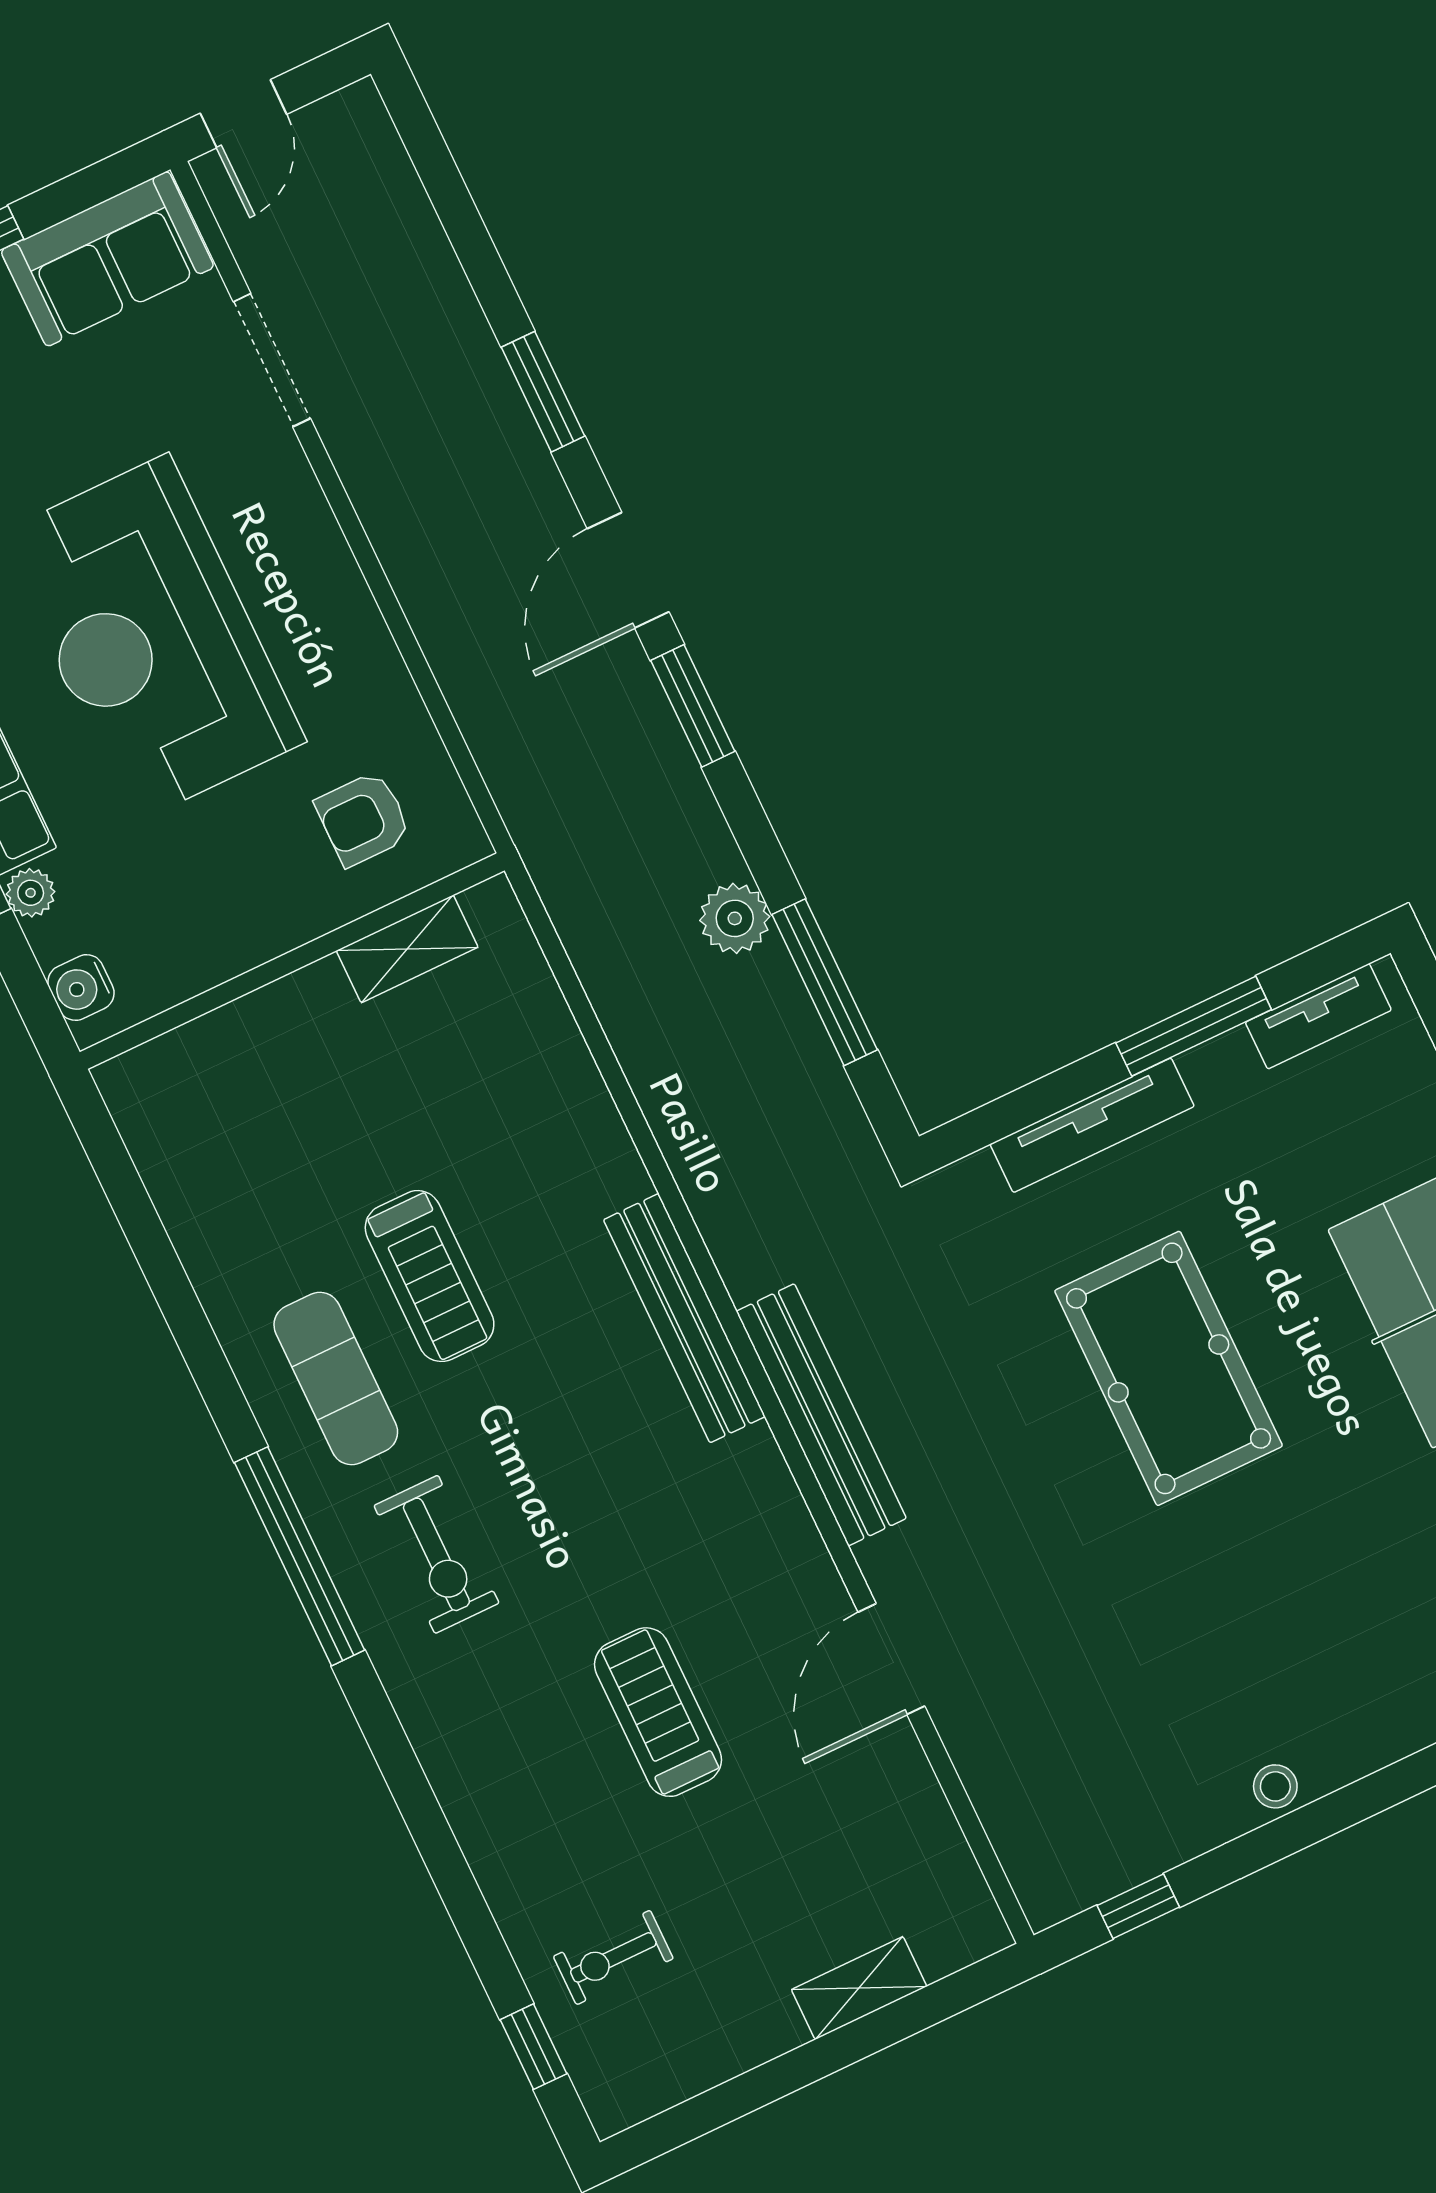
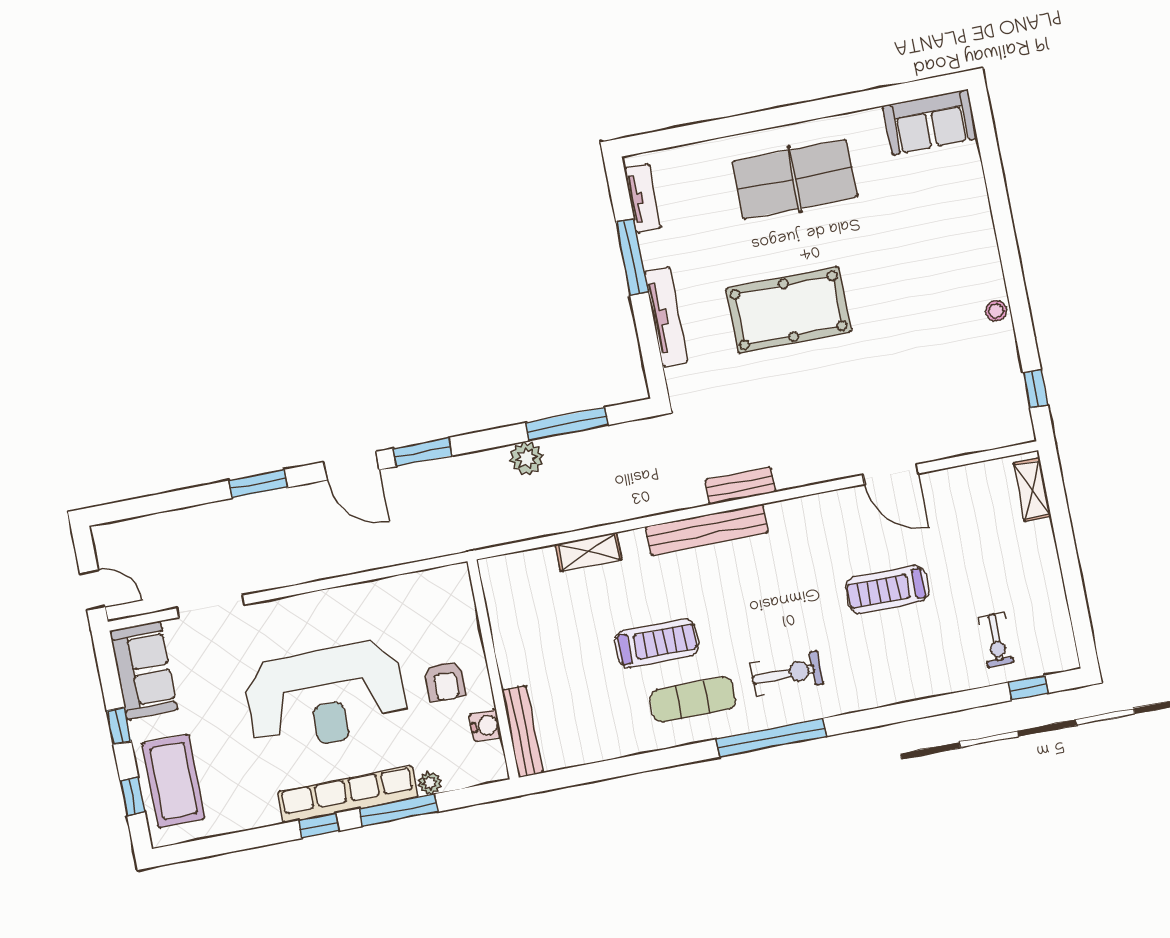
armchair: (363, 819) -> (445, 681), moved
shelving: (407, 949) -> (588, 552), moved, turned 90
water cooler: (81, 988) -> (485, 726), moved, turned -90
bench: (183, 1052) -> (523, 731), added
bench: (821, 1415) -> (740, 486), width x0.54, depth x0.82
shelving: (859, 1988) -> (1032, 490), moved

